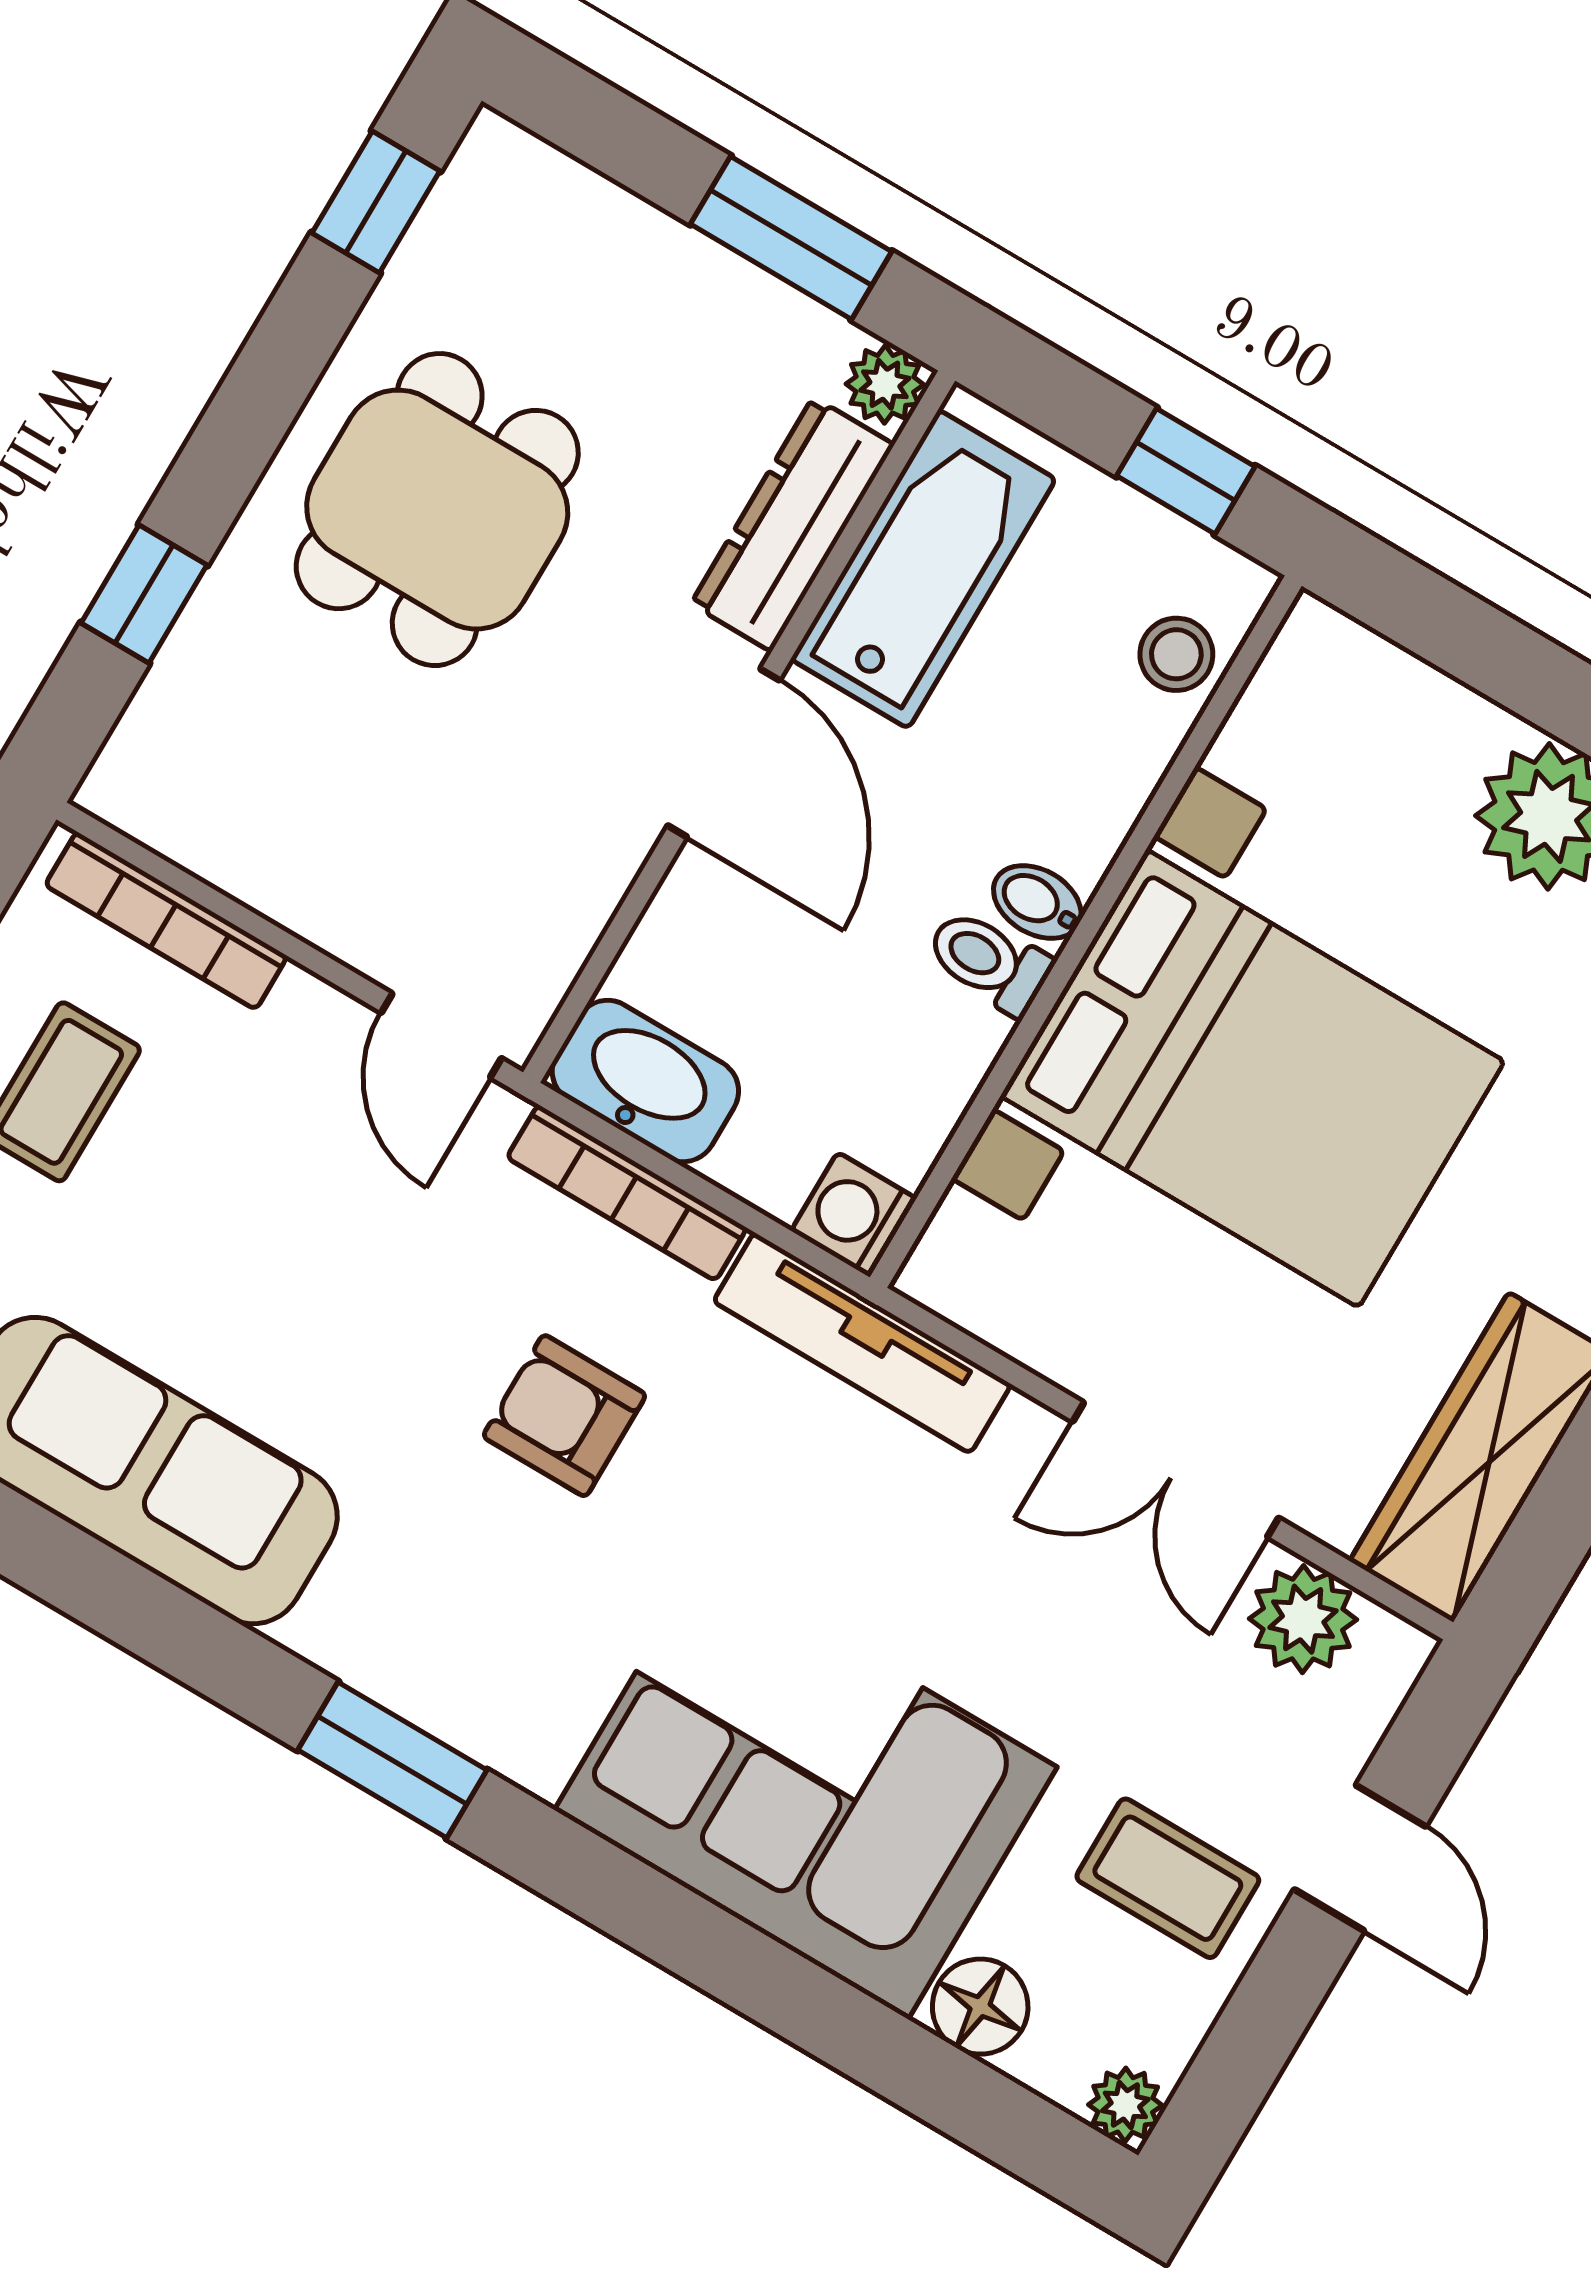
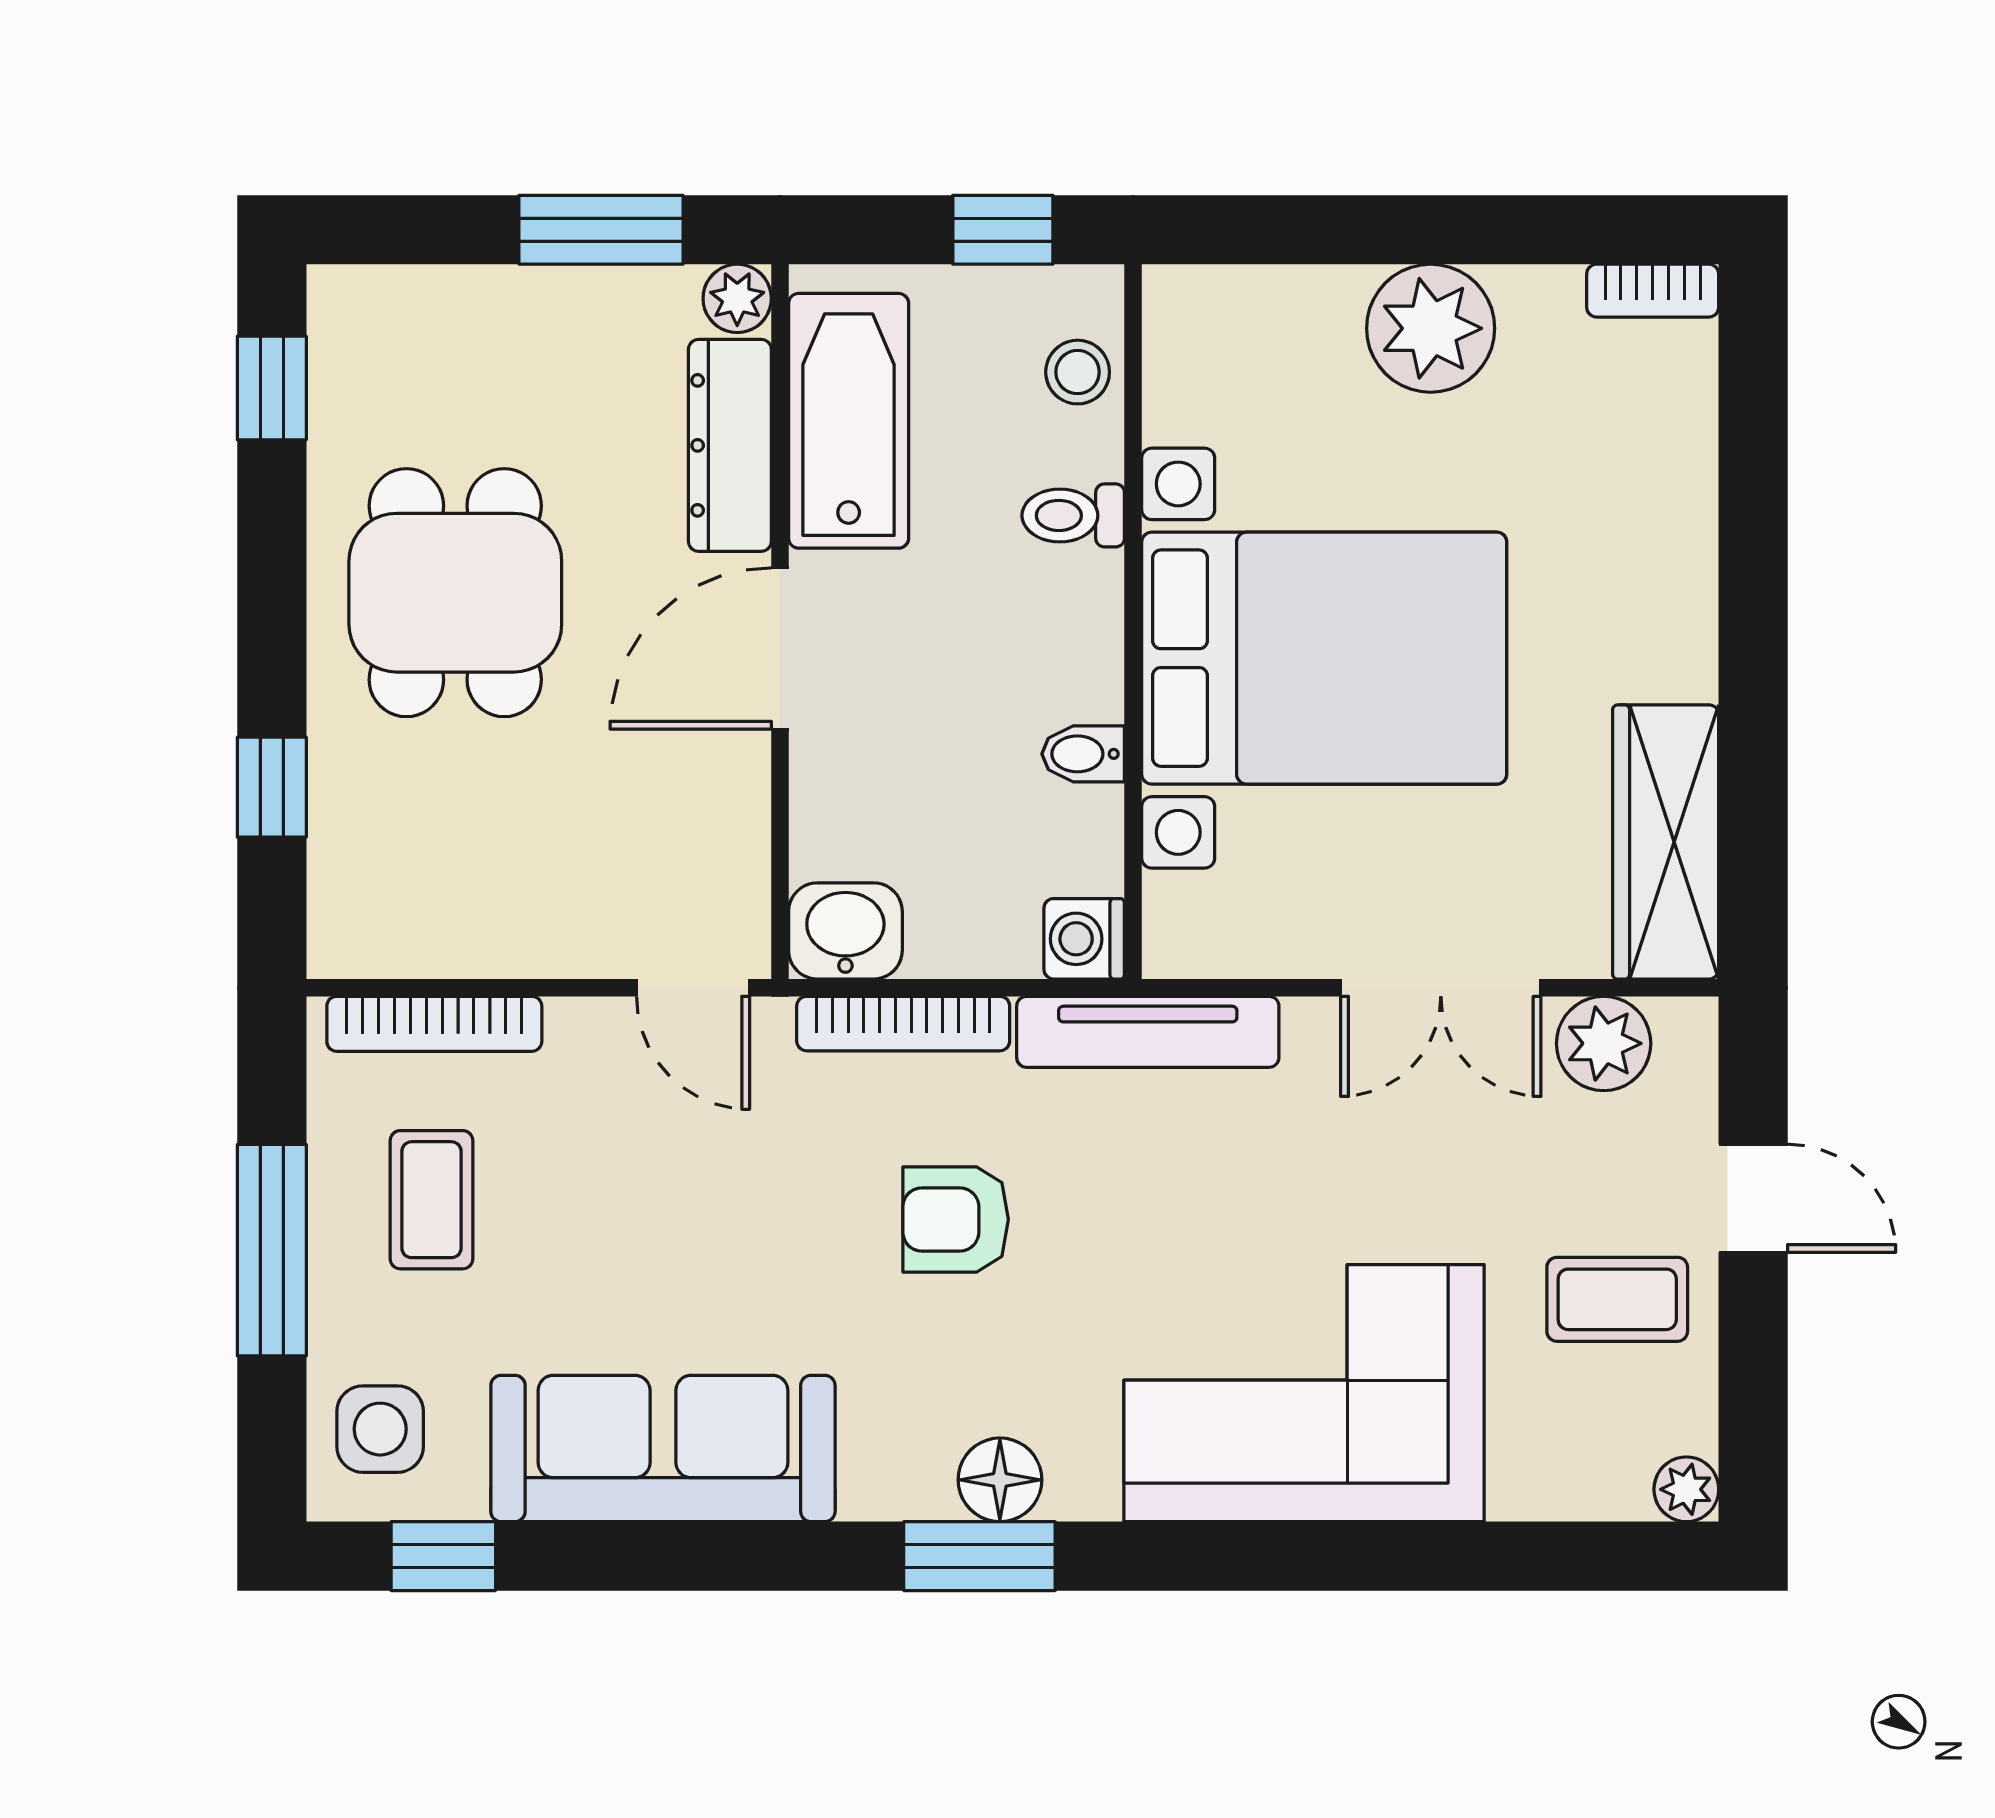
door: (724, 753) -> (780, 648), swing flipped
bidet: (1037, 902) -> (1083, 754), moved
toilet: (989, 961) -> (1073, 515), moved
washbasin: (645, 1081) -> (845, 931), width x0.72
floor lamp: (980, 2007) -> (1000, 1480), moved

